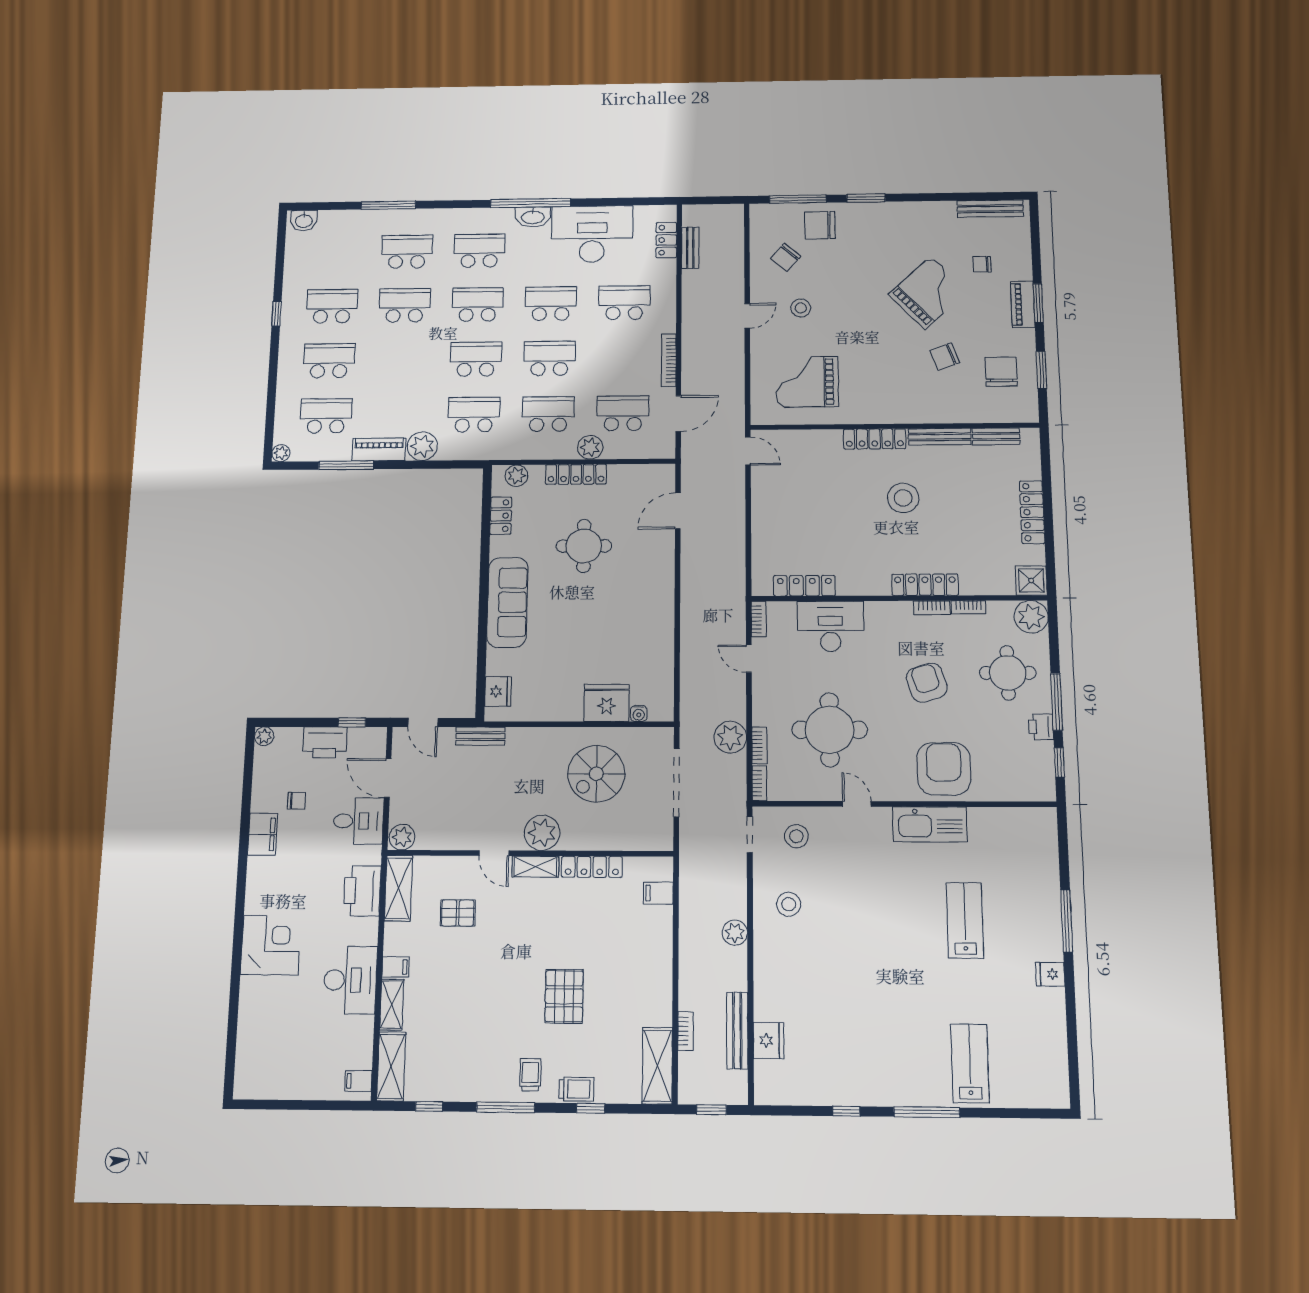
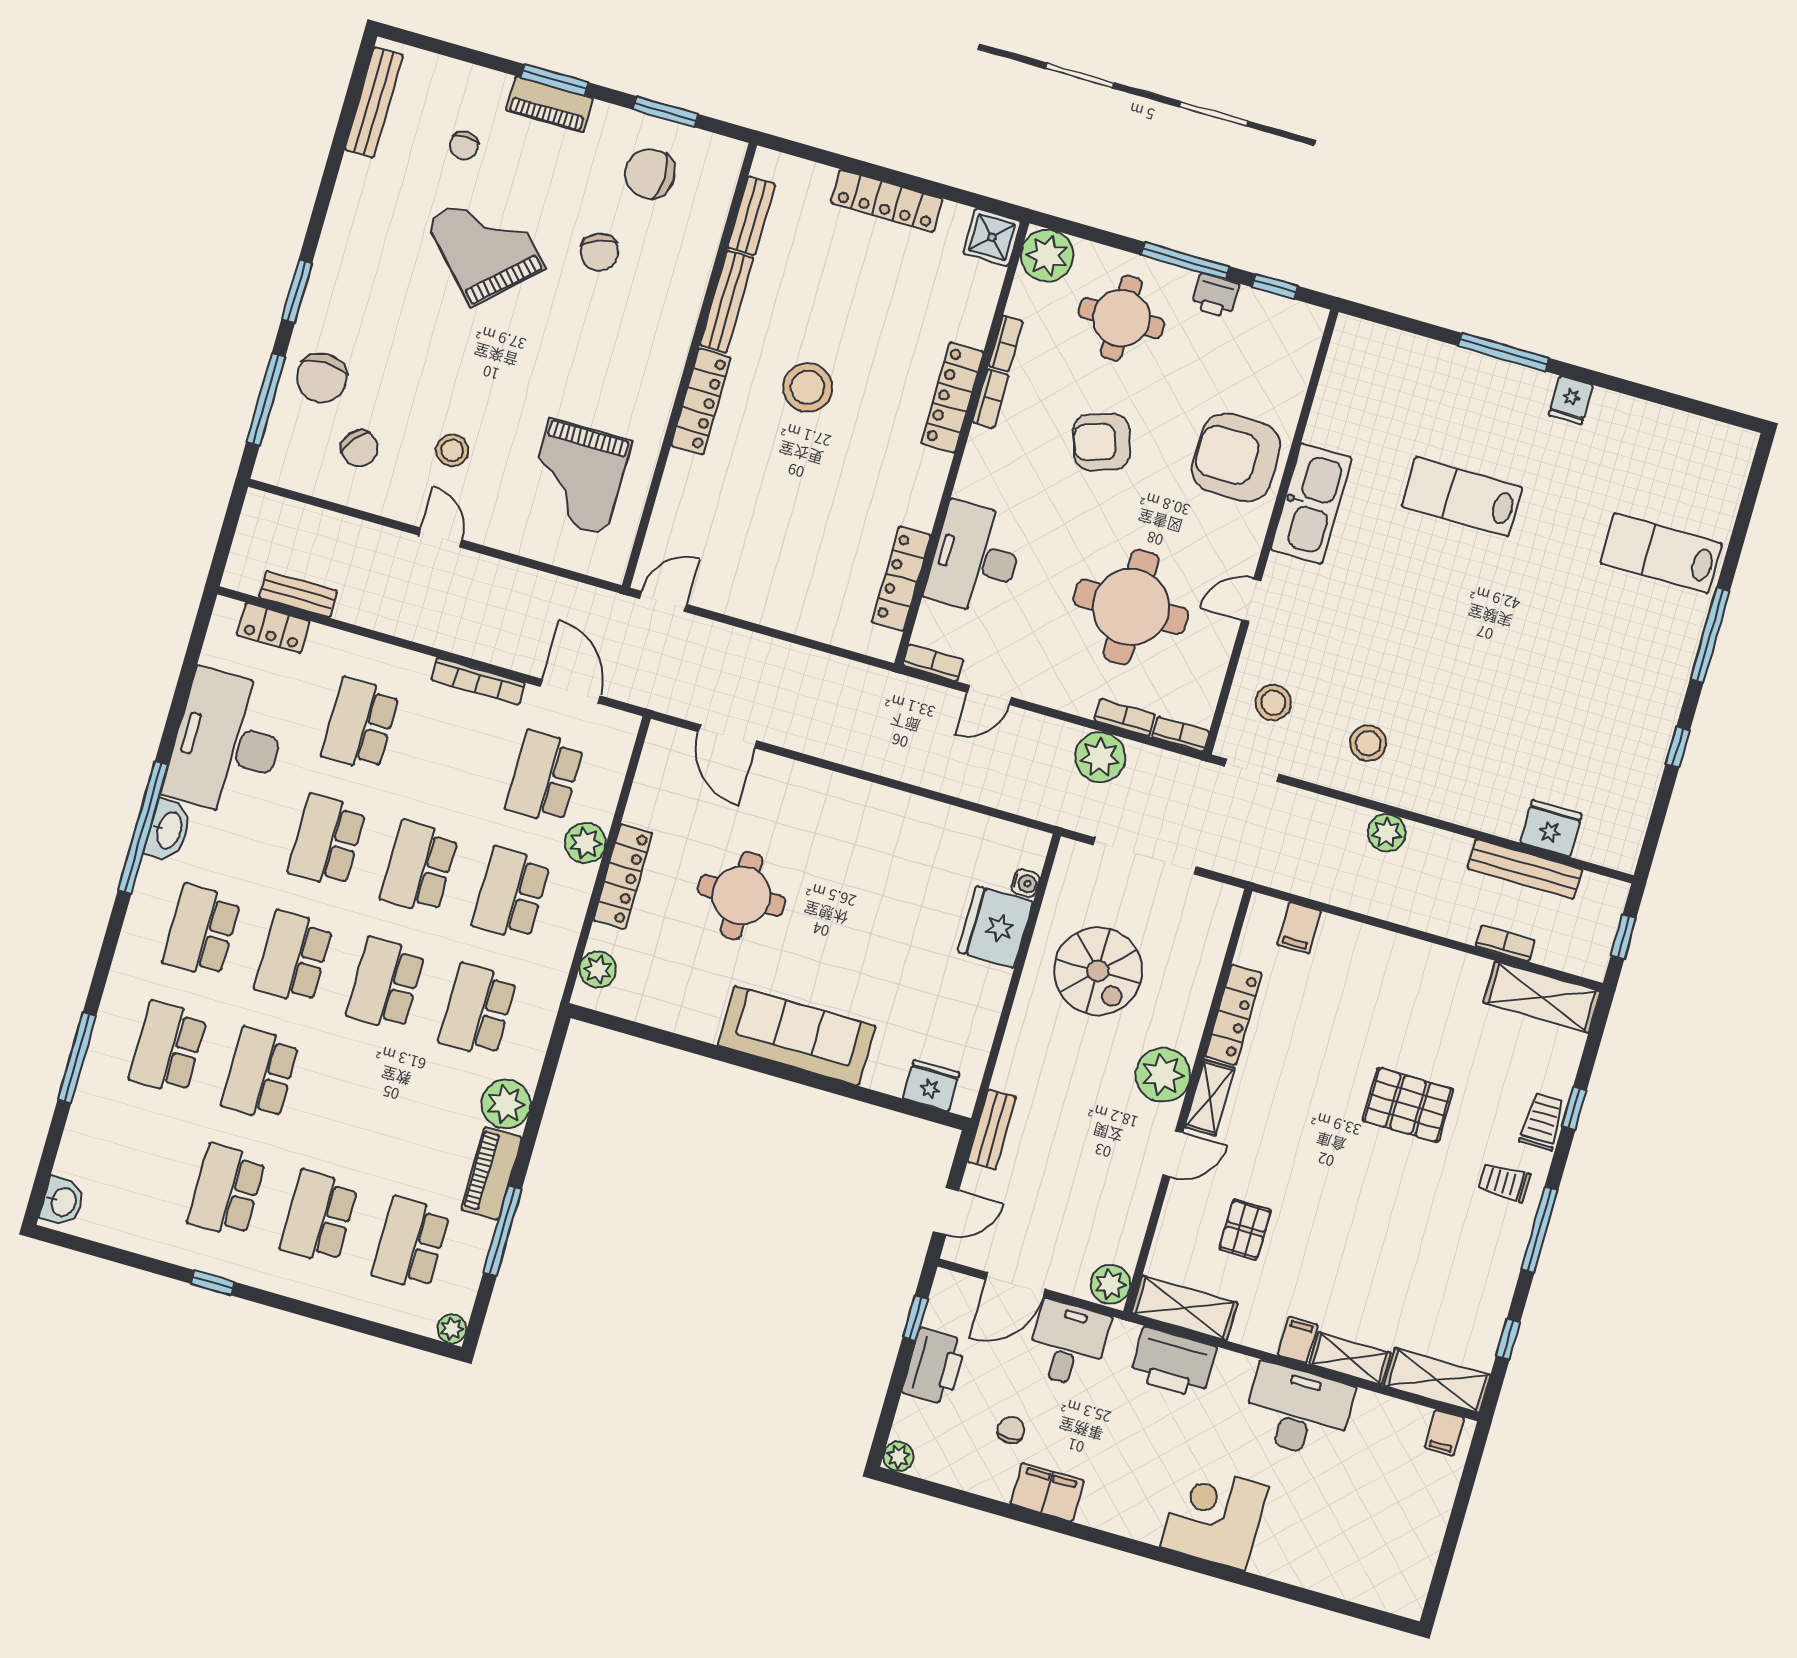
locker: (501, 516) -> (655, 1010), removed

